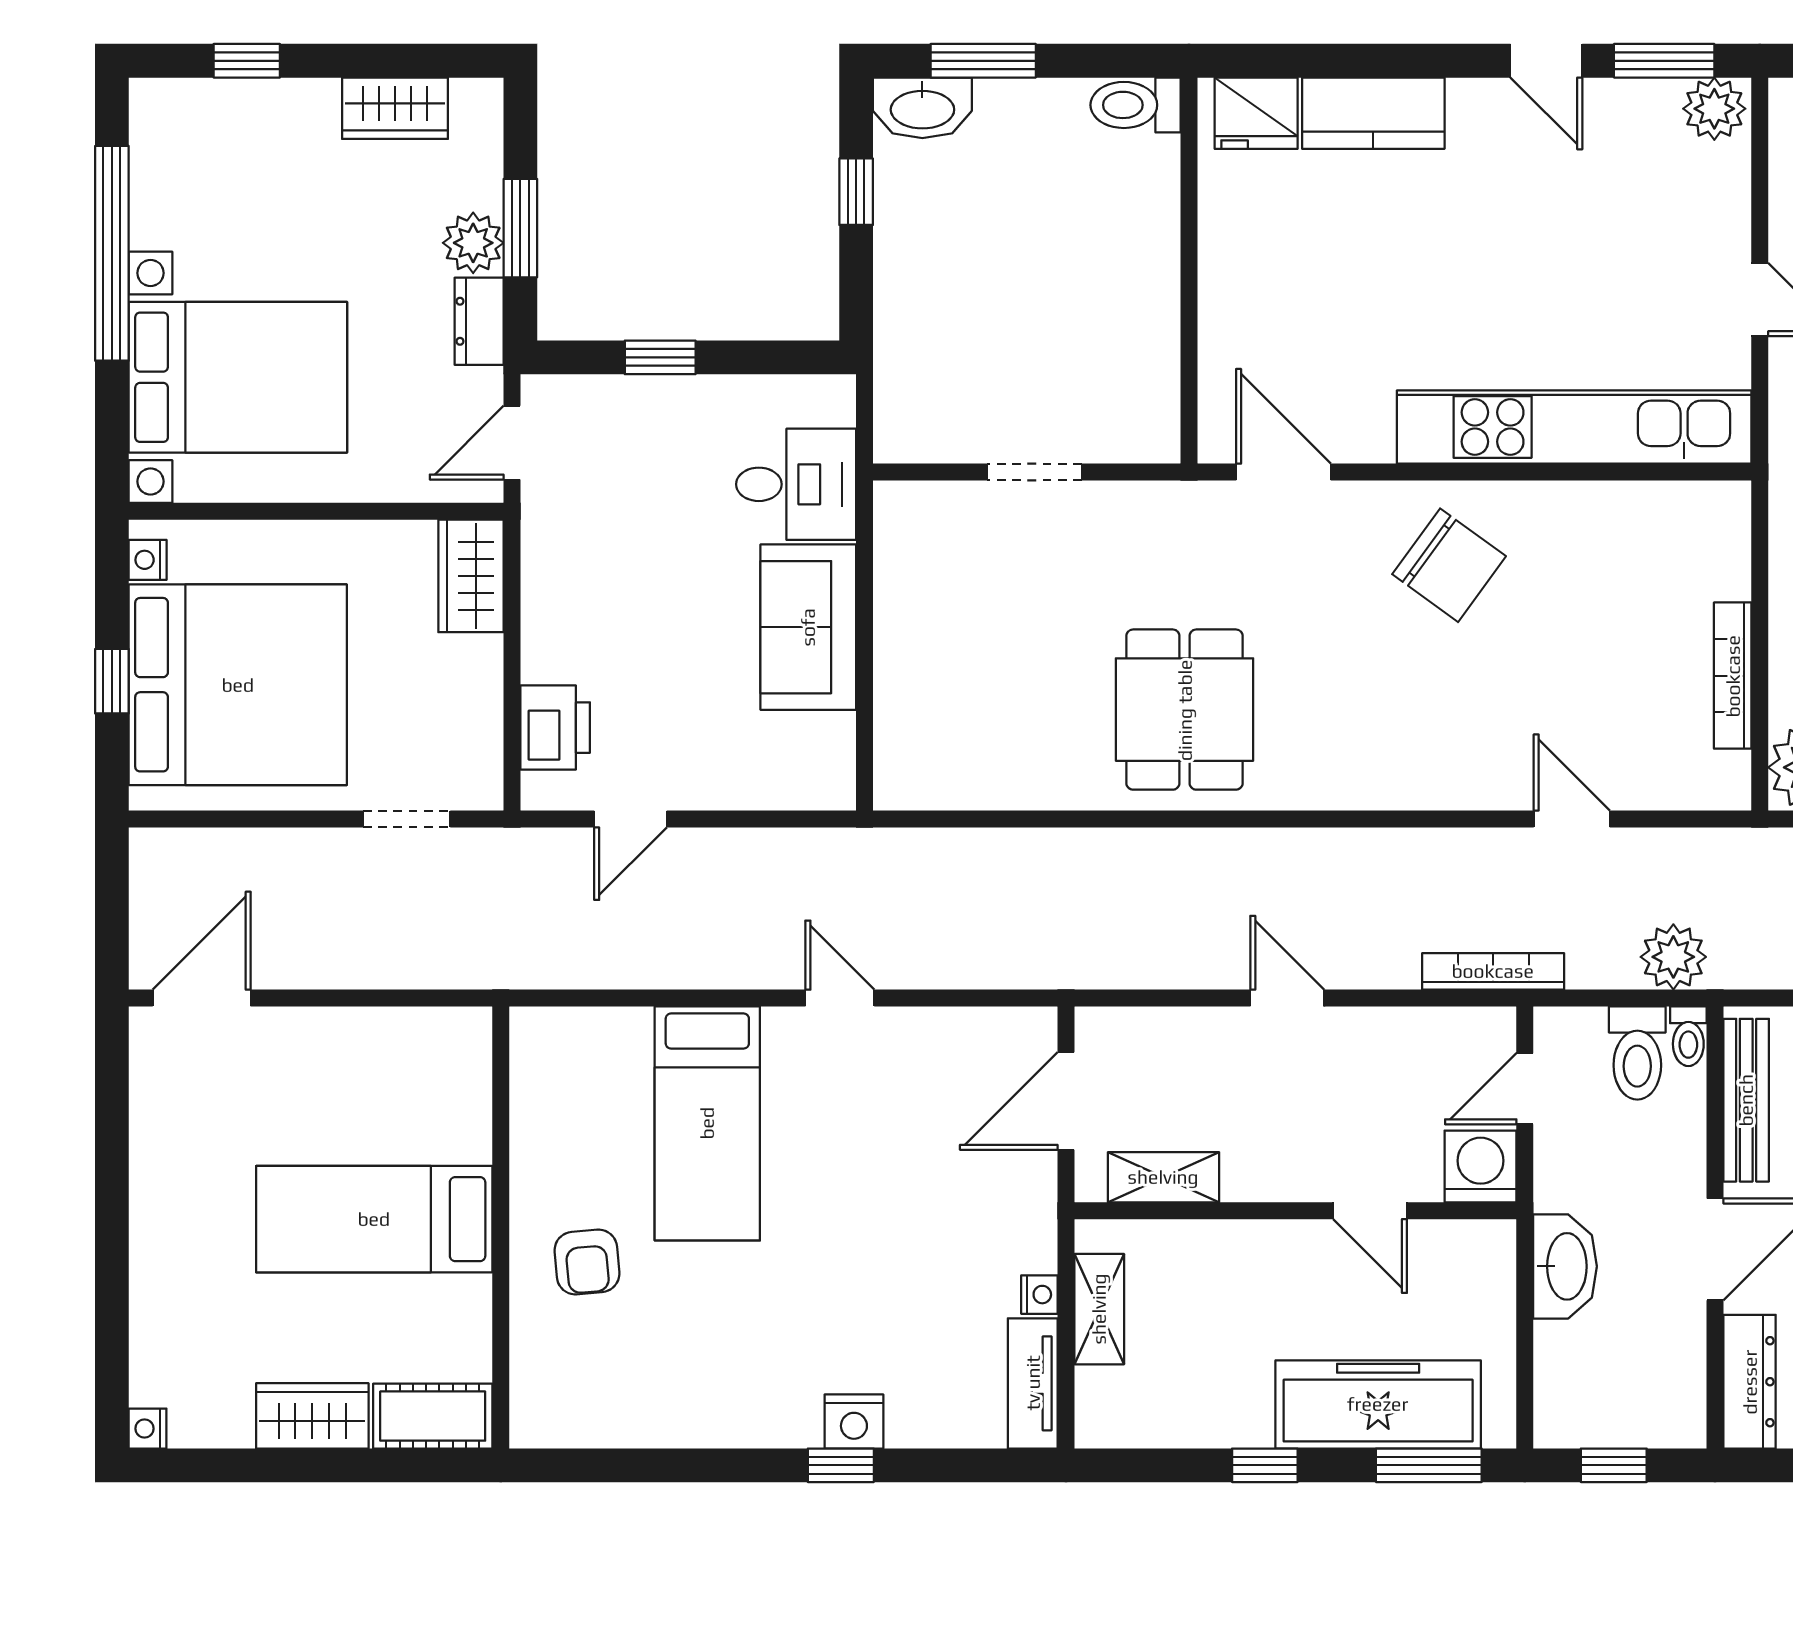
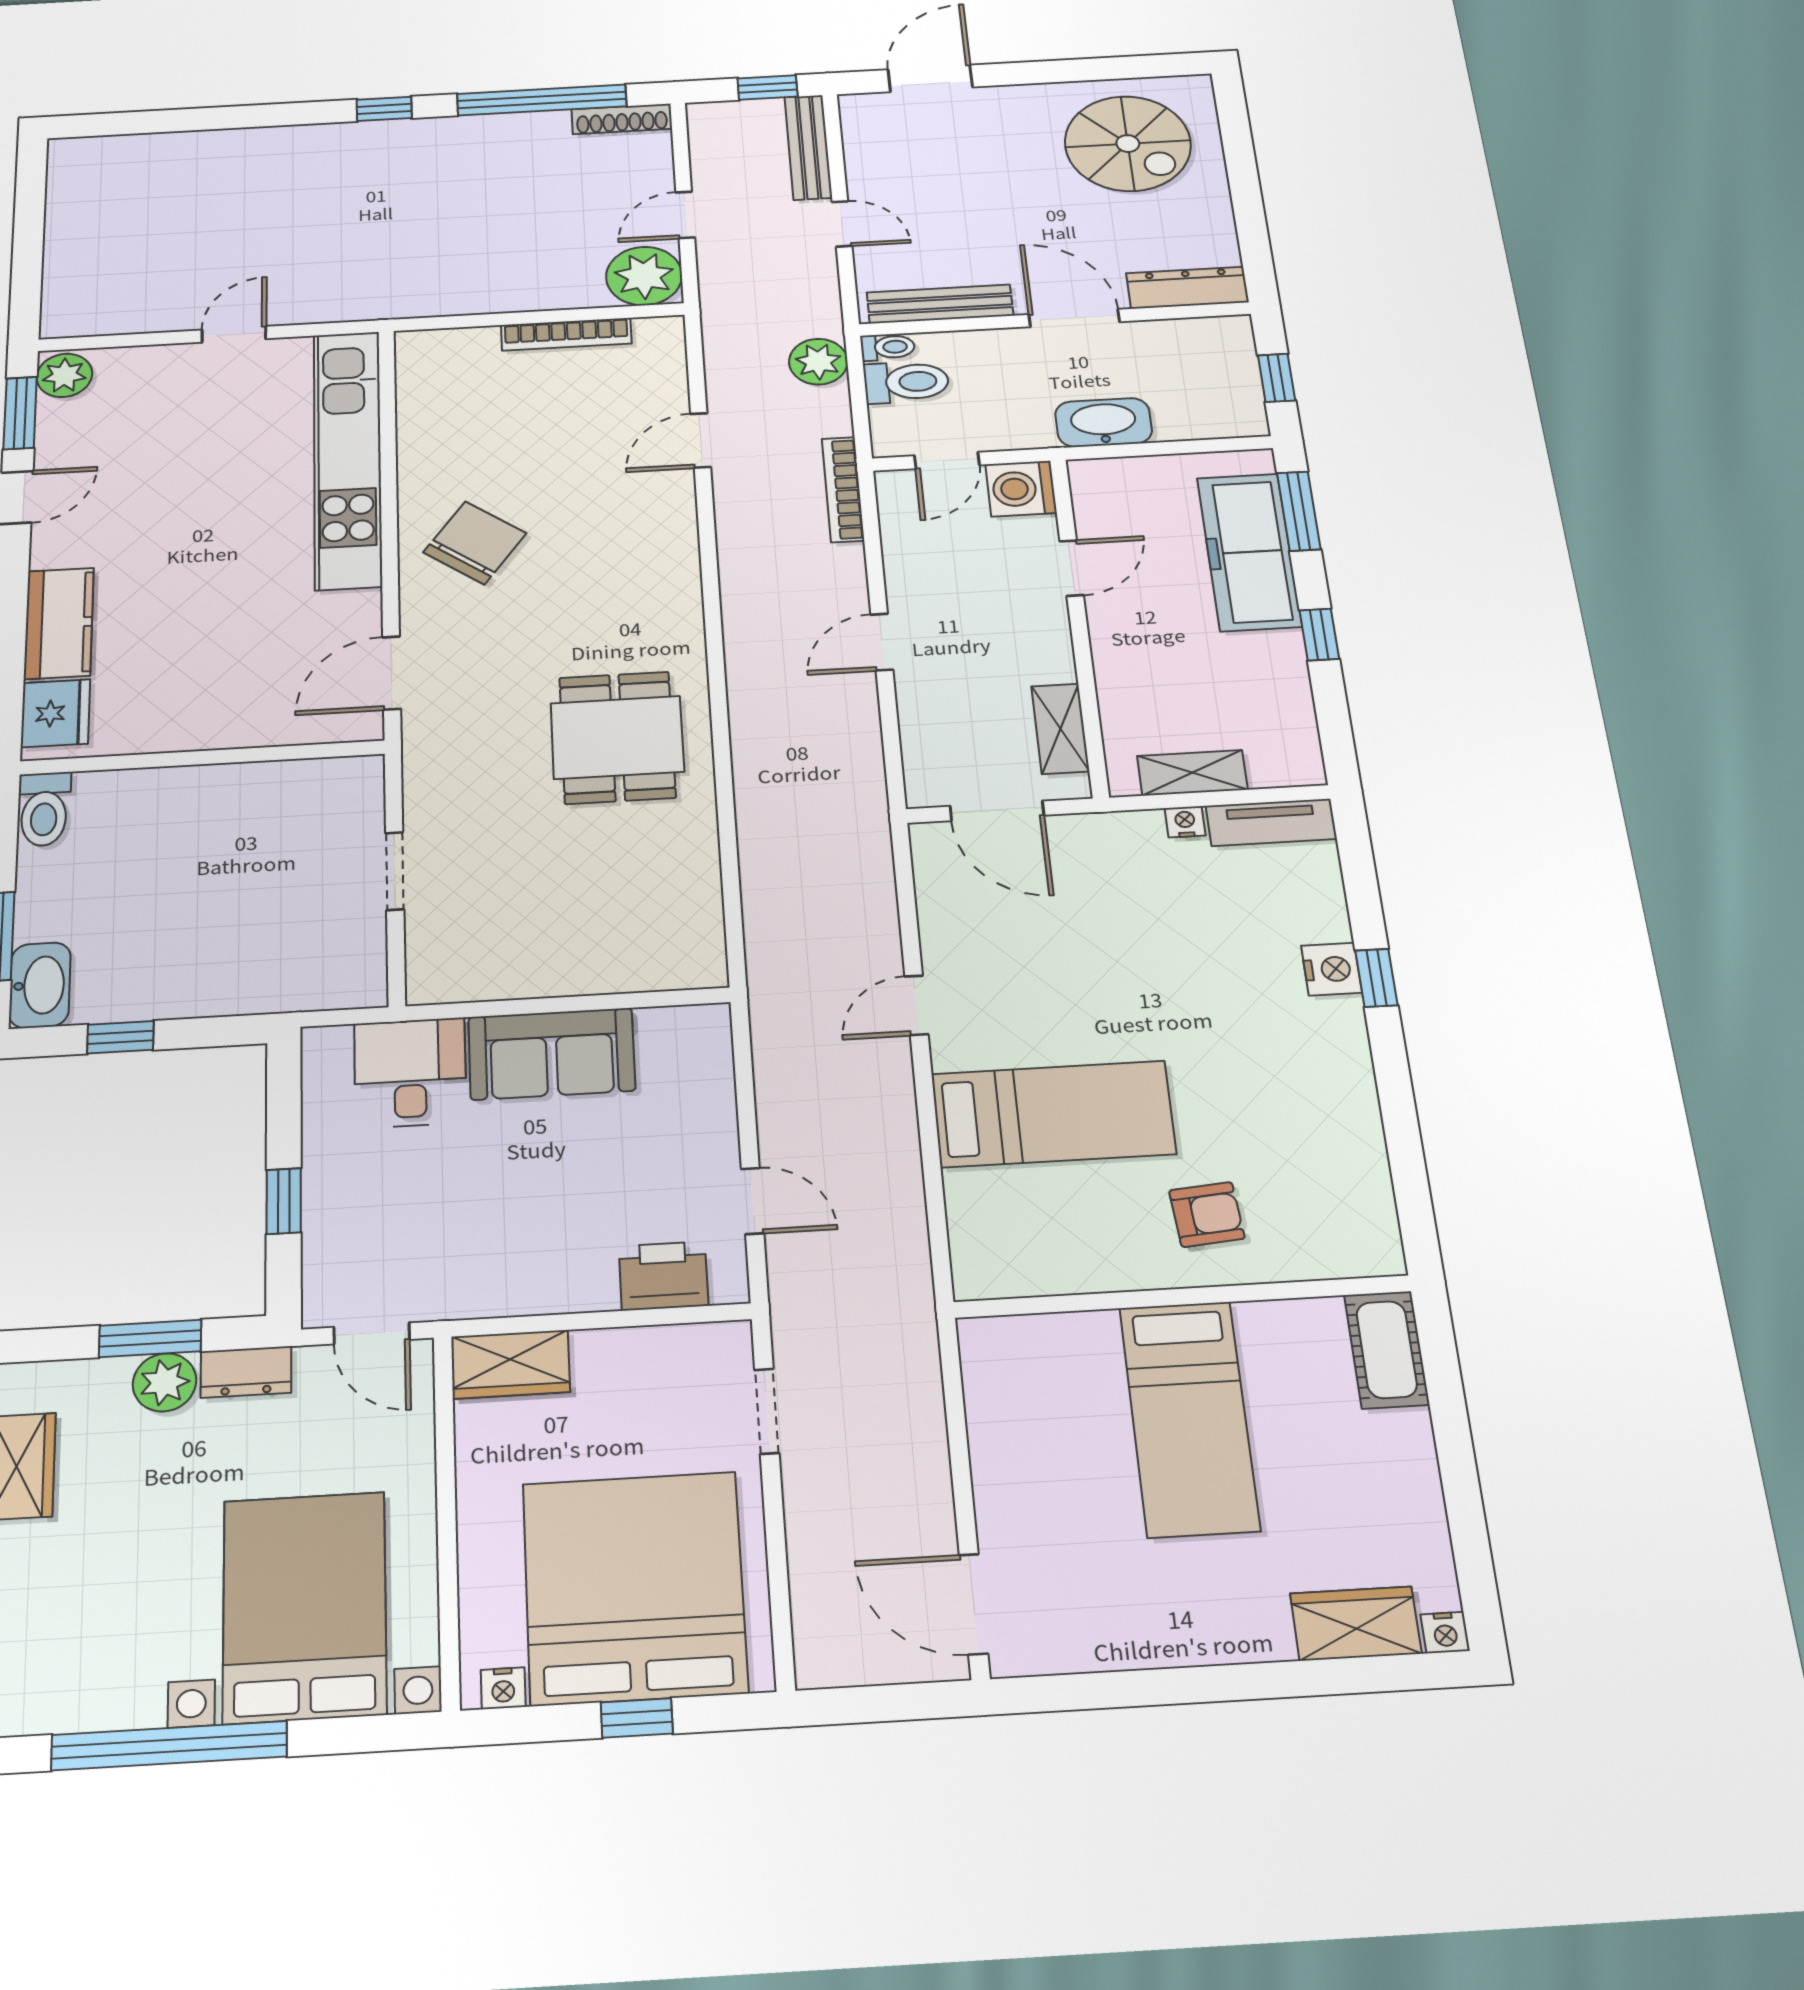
dining table: (1185, 710) -> (617, 737), turned 90
door: (1525, 1089) -> (947, 460), hinge flipped
wardrobe: (312, 1416) -> (1356, 1623), moved, turned 90

